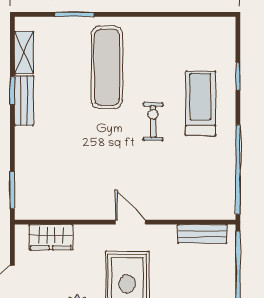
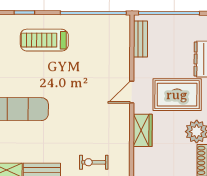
exercise bike: (153, 122) -> (94, 162), moved
wardrobe: (51, 237) -> (143, 130), moved

